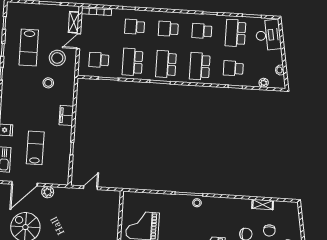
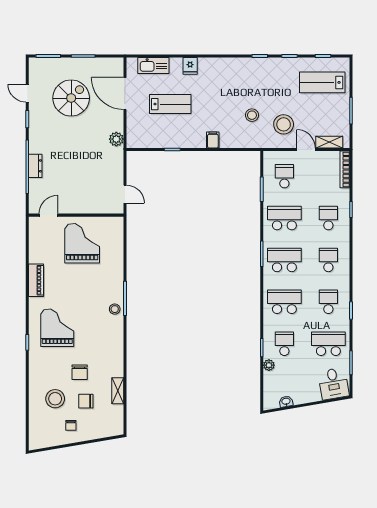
desk: (268, 35) -> (334, 384), width x0.73
lab bench: (29, 47) -> (322, 82), moved
plant: (264, 83) -> (269, 365), moved
filing cabinet: (66, 115) -> (213, 140), width x0.50
door: (90, 188) -> (125, 194), moved
plant: (48, 192) -> (116, 139), moved

